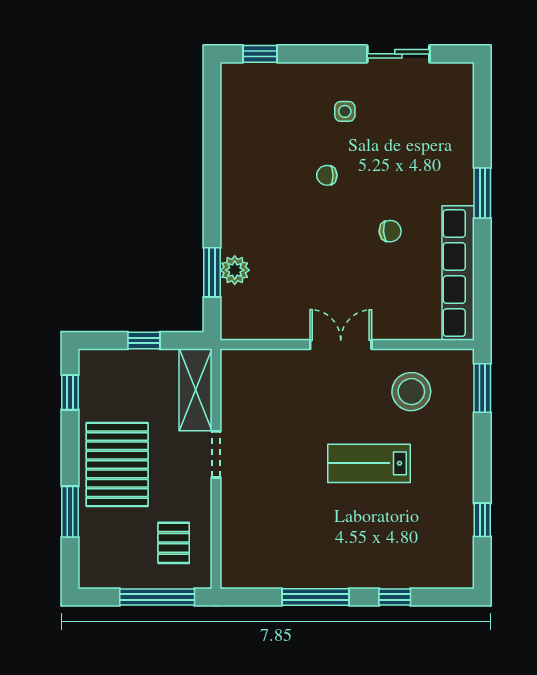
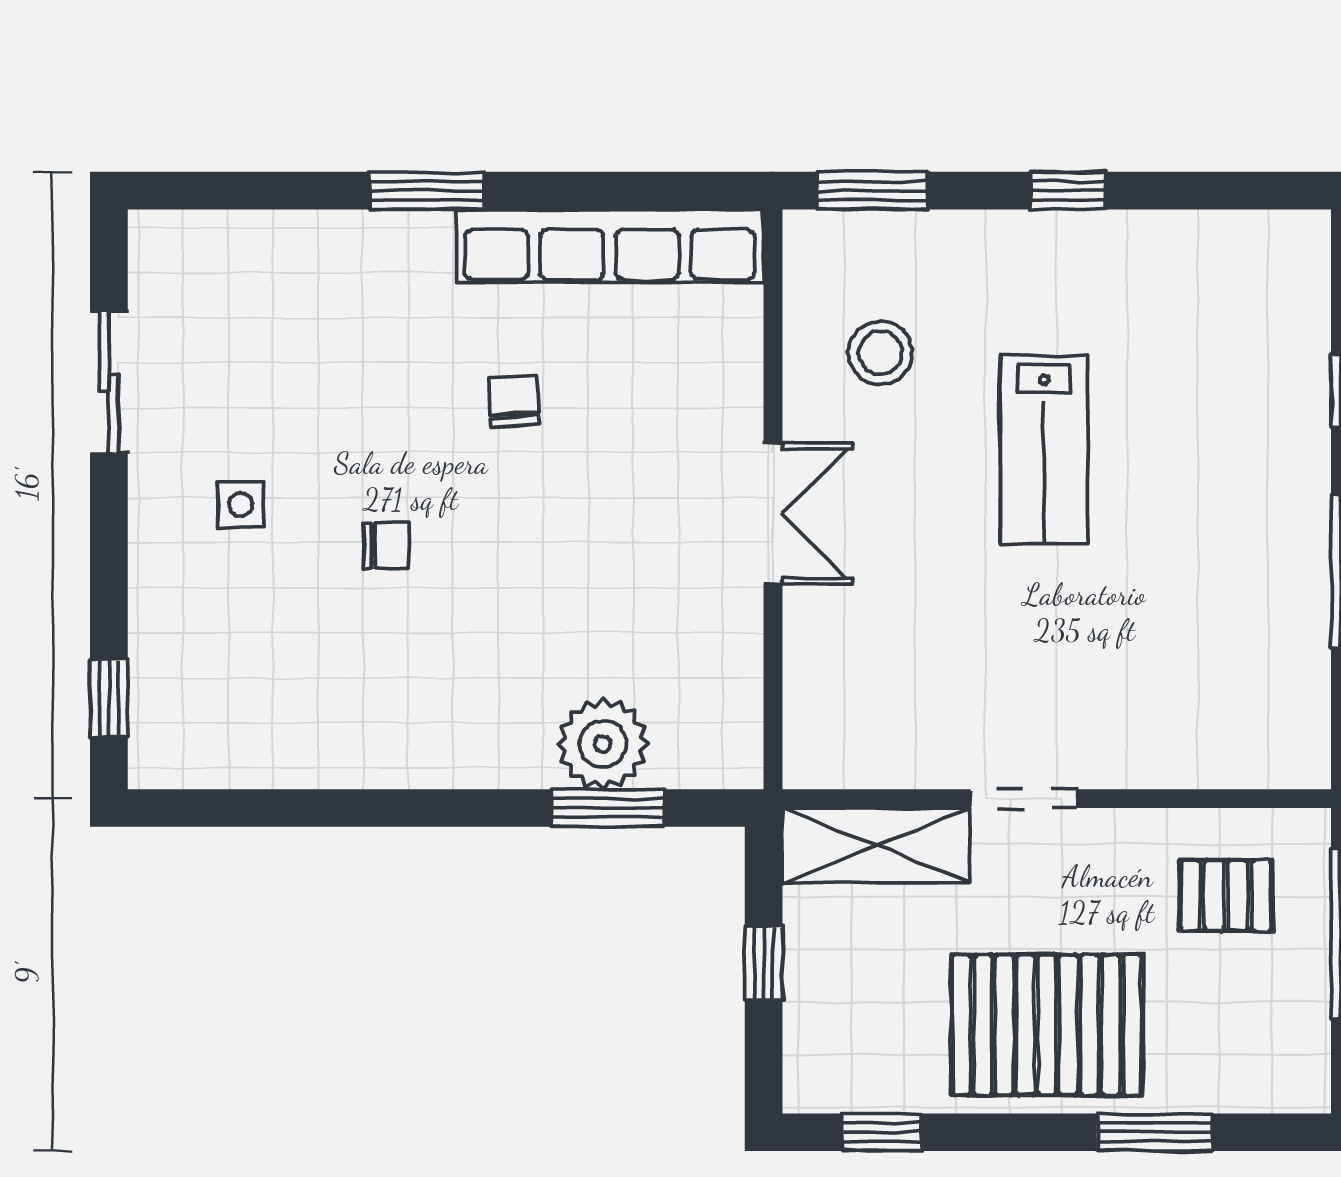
chair: (327, 175) -> (386, 546), turned -90
plant: (235, 270) -> (603, 744), width x1.36, depth x1.36
double door: (341, 345) -> (773, 514), swing flipped
stool: (411, 392) -> (880, 353), width x0.73, depth x0.73
window: (482, 520) -> (1068, 191), moved

